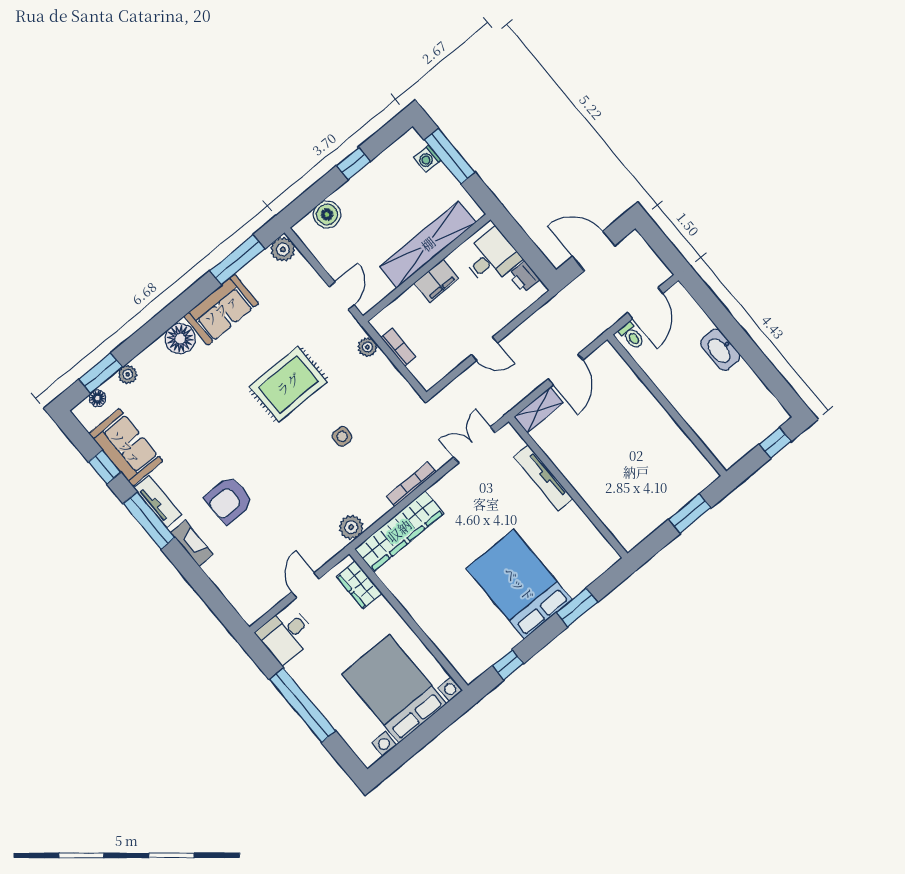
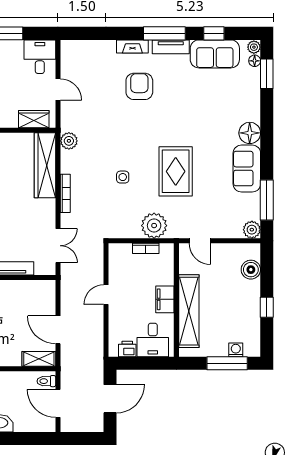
plant: (367, 347) -> (154, 226), width x1.87, depth x1.87
plant: (128, 374) -> (254, 47), moved
shelving: (539, 410) -> (39, 359), moved, turned 90

